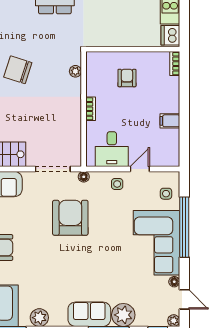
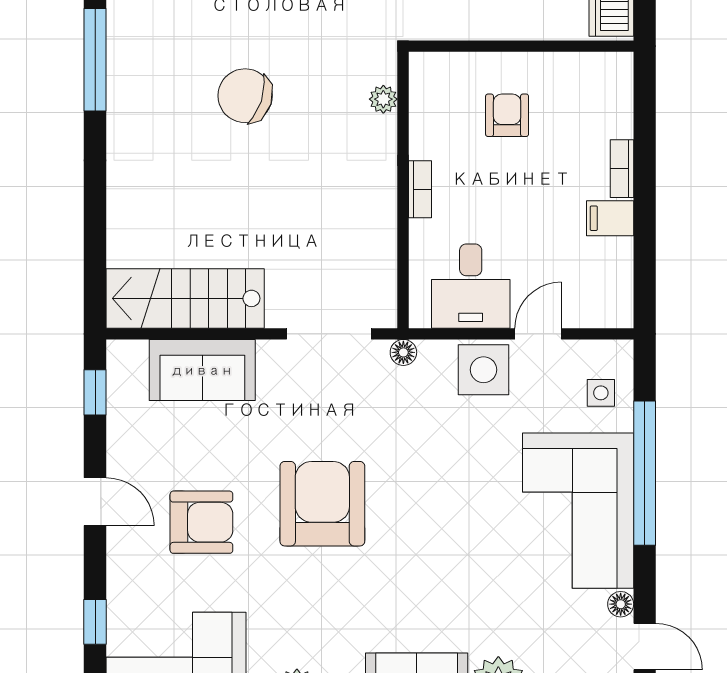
bookcase: (175, 64) -> (622, 169), moved
side table: (117, 184) -> (484, 370), width x1.87, depth x1.87
armchair: (70, 218) -> (322, 504), moved

